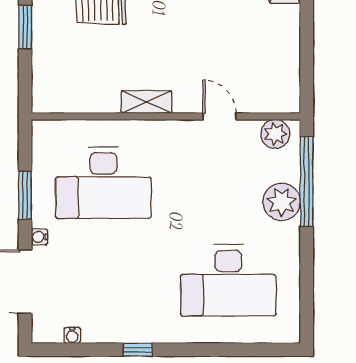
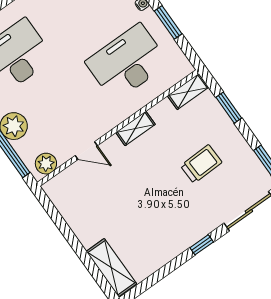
window: (25, 27) -> (229, 108), moved
shelving: (58, 101) -> (188, 92), added

